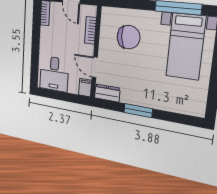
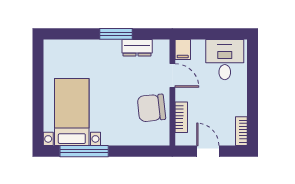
chair: (129, 37) -> (151, 108), moved
dresser: (107, 93) -> (137, 48), moved

